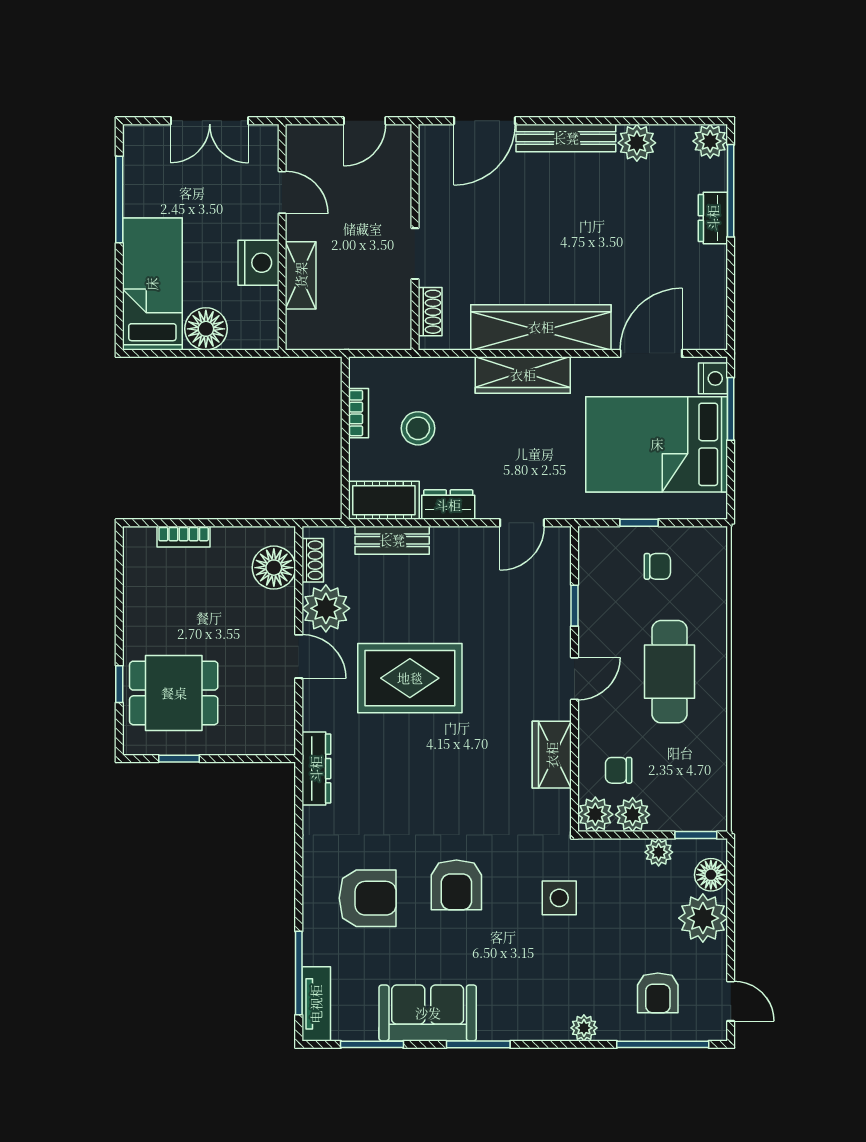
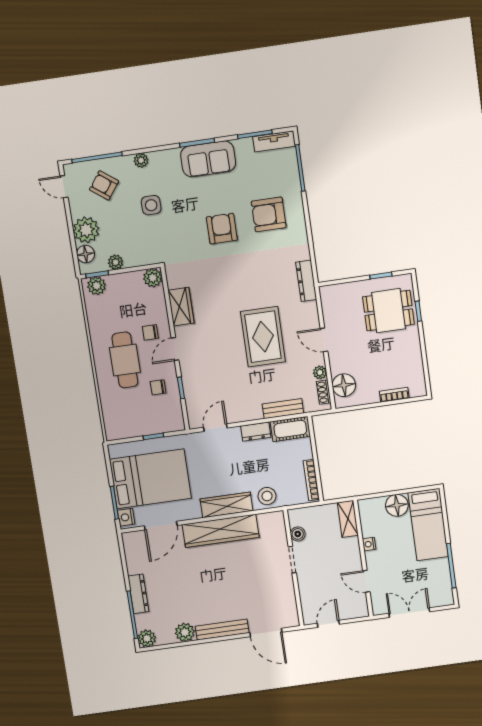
door: (485, 121) -> (266, 632), swing flipped
dresser: (713, 218) -> (138, 594), width x1.44
nightstand: (258, 263) -> (369, 544), width x0.53, depth x0.56
shelving: (301, 275) -> (348, 519), moved
boiler: (398, 301) -> (298, 534), added
shoe rack: (430, 312) -> (280, 531), removed
bookcase: (358, 413) -> (311, 480), width x1.56
stool: (418, 428) -> (267, 496), moved
chair: (657, 566) -> (158, 387), moved
plant: (326, 608) -> (320, 372), width x0.53, depth x0.53
rug: (410, 678) -> (263, 337), turned 90
chair: (619, 770) -> (150, 332), moved, turned 180
plant: (633, 815) -> (97, 286), moved
side table: (559, 898) -> (151, 205), moved
armchair: (658, 993) -> (104, 185), turned -53
tv unit: (316, 1004) -> (274, 141), moved, turned -90
sofa: (428, 1013) -> (208, 159), moved

